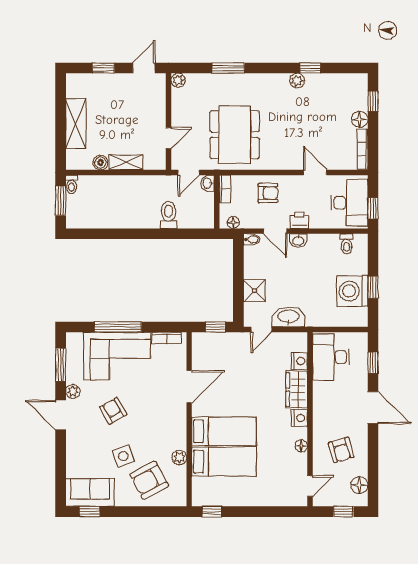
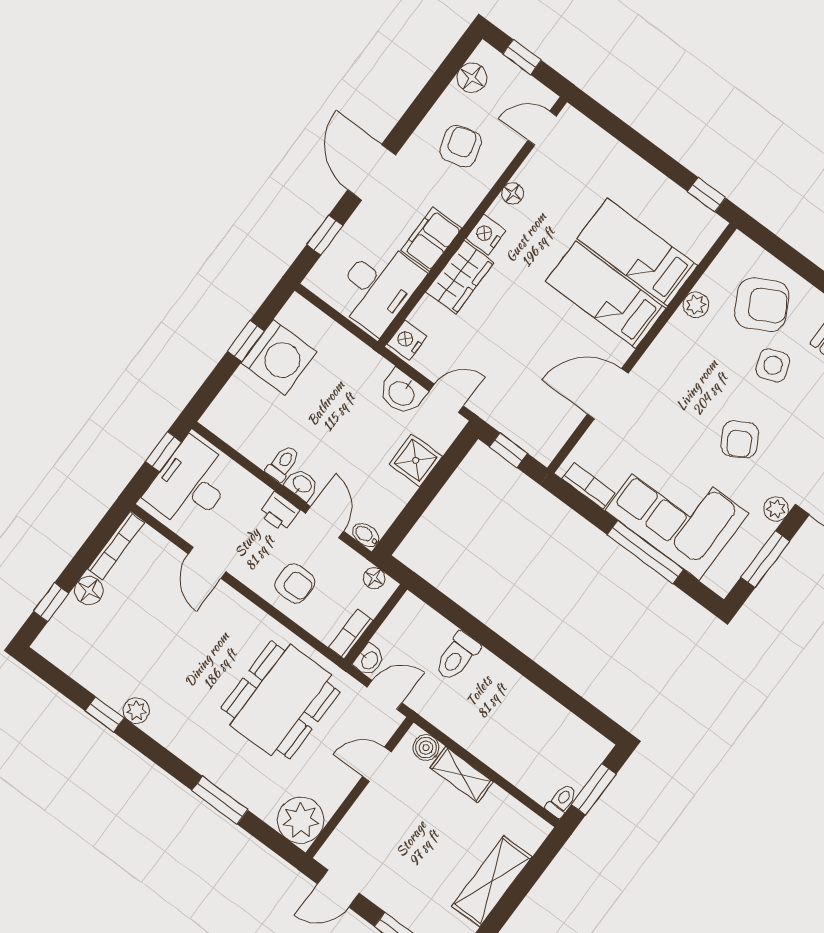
plant: (178, 80) -> (301, 820), width x1.87, depth x1.87
boiler: (101, 163) -> (426, 748), moved
armchair: (268, 193) -> (295, 583), turned 180
toilet: (347, 244) -> (283, 463), moved
washbasin: (288, 317) -> (402, 393), width x0.72
nightstand: (299, 361) -> (407, 340), moved
filing cabinet: (323, 397) -> (431, 239), added

